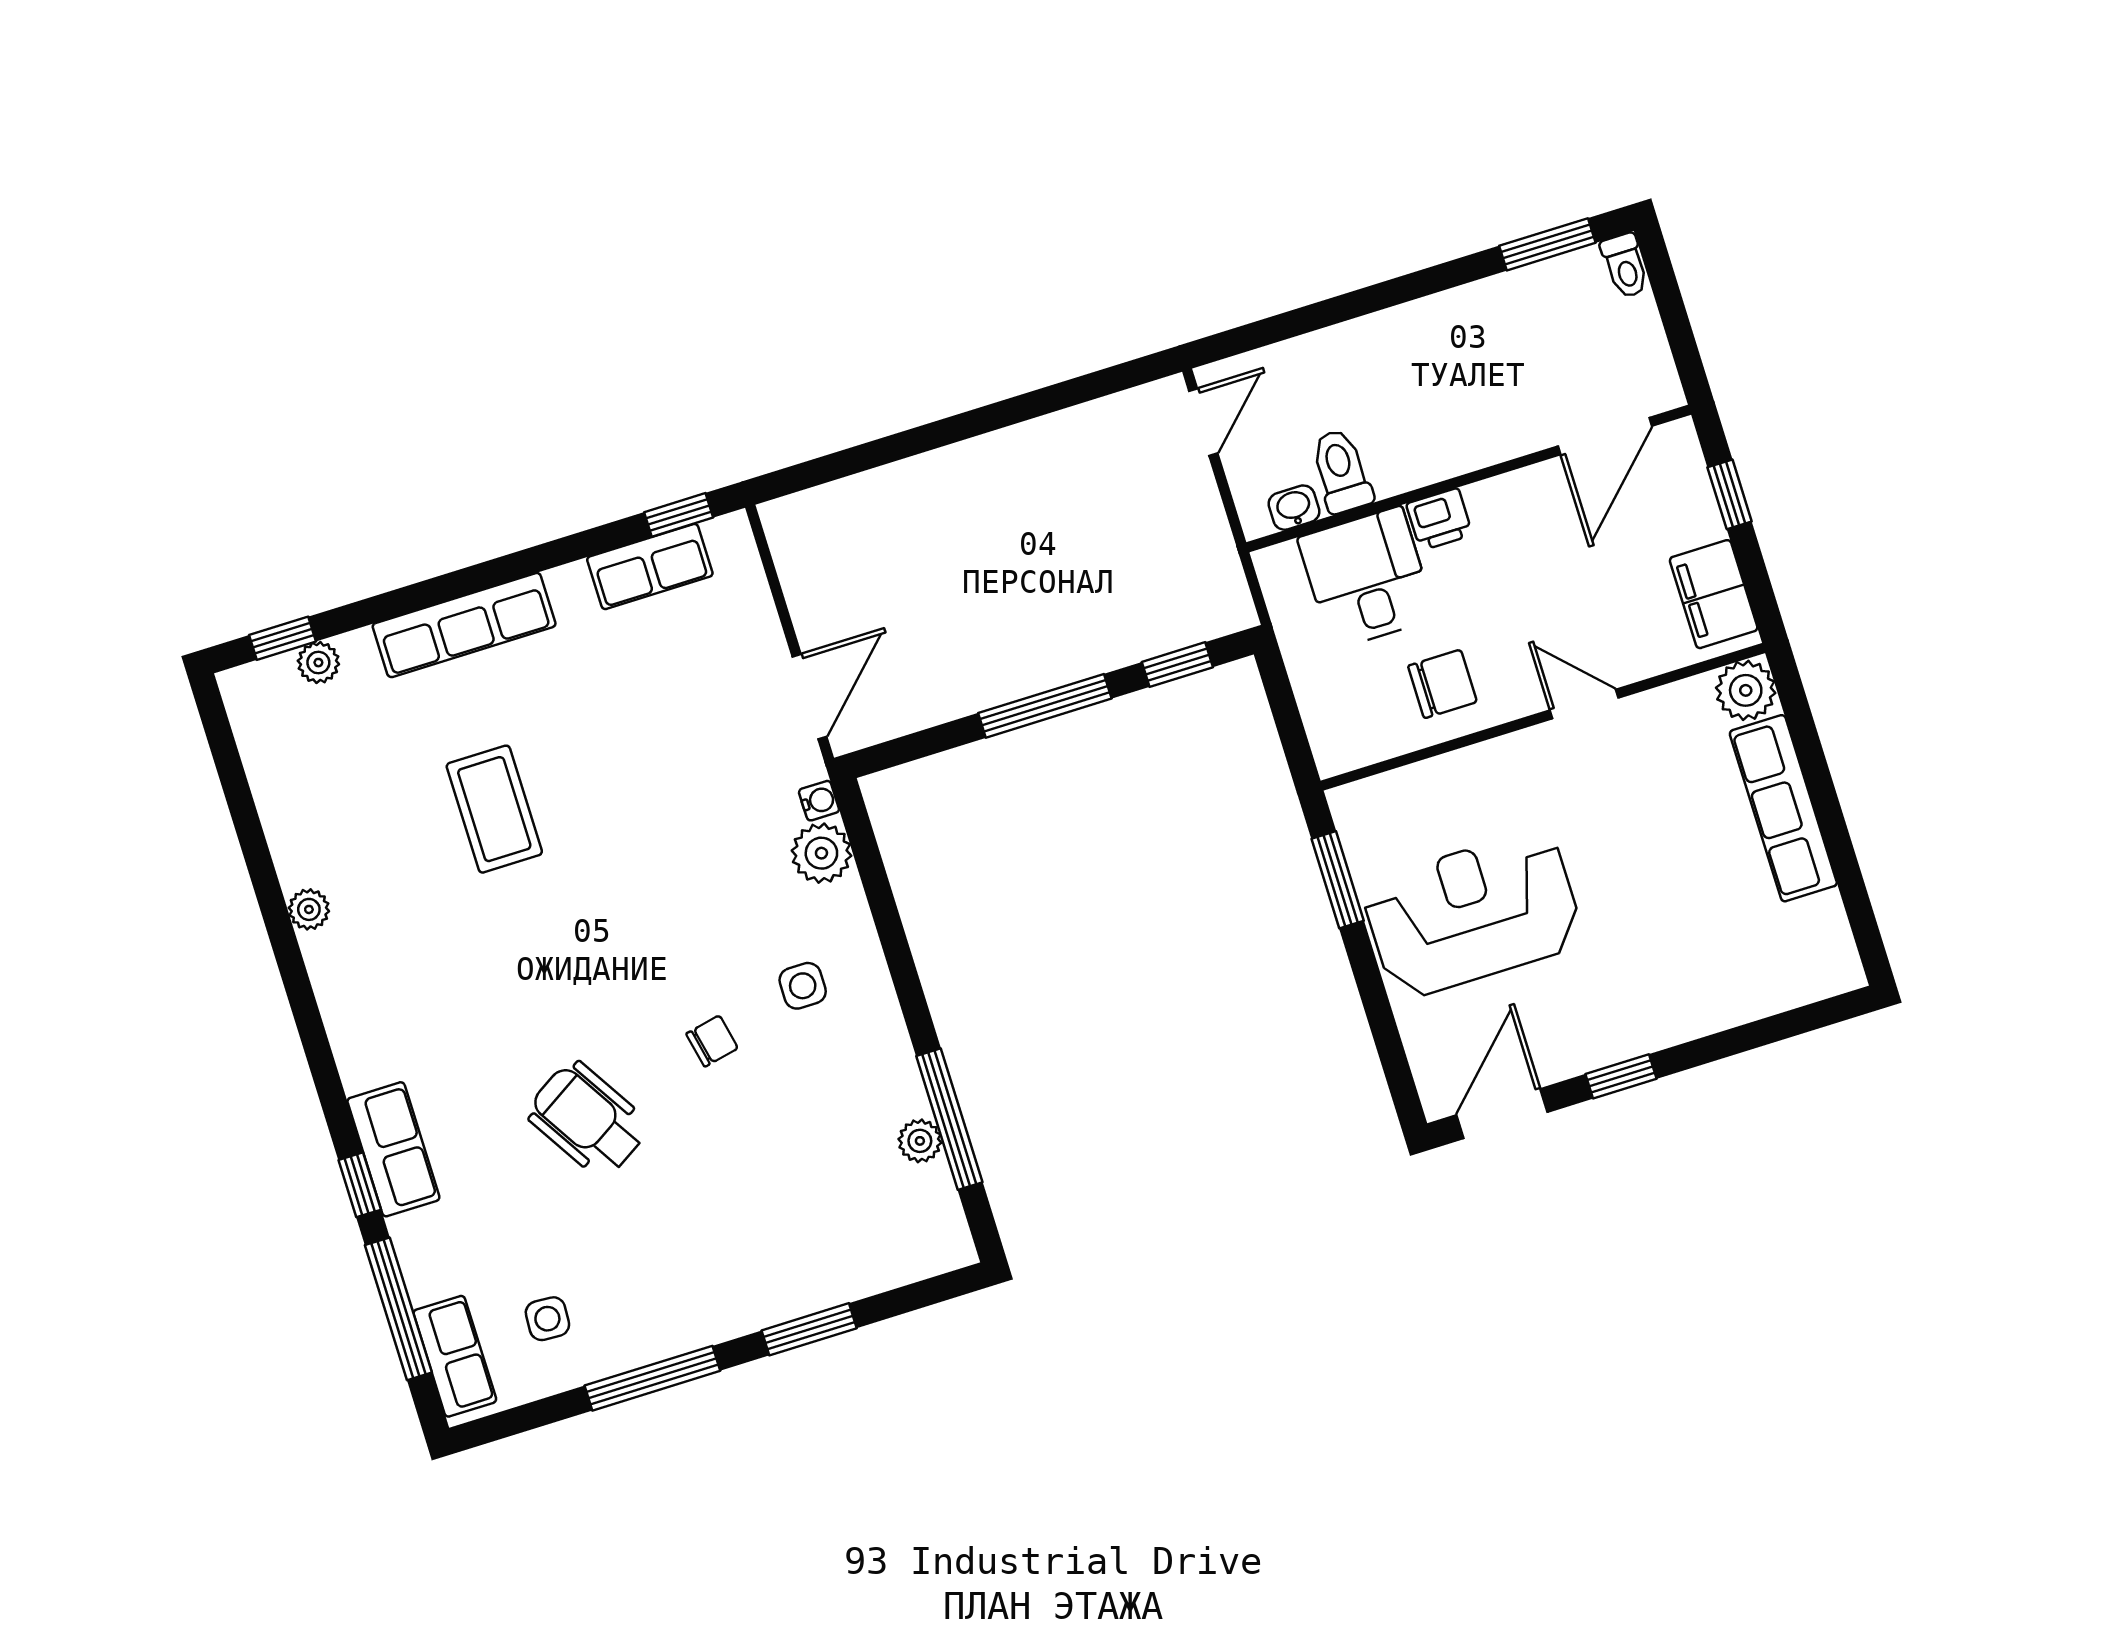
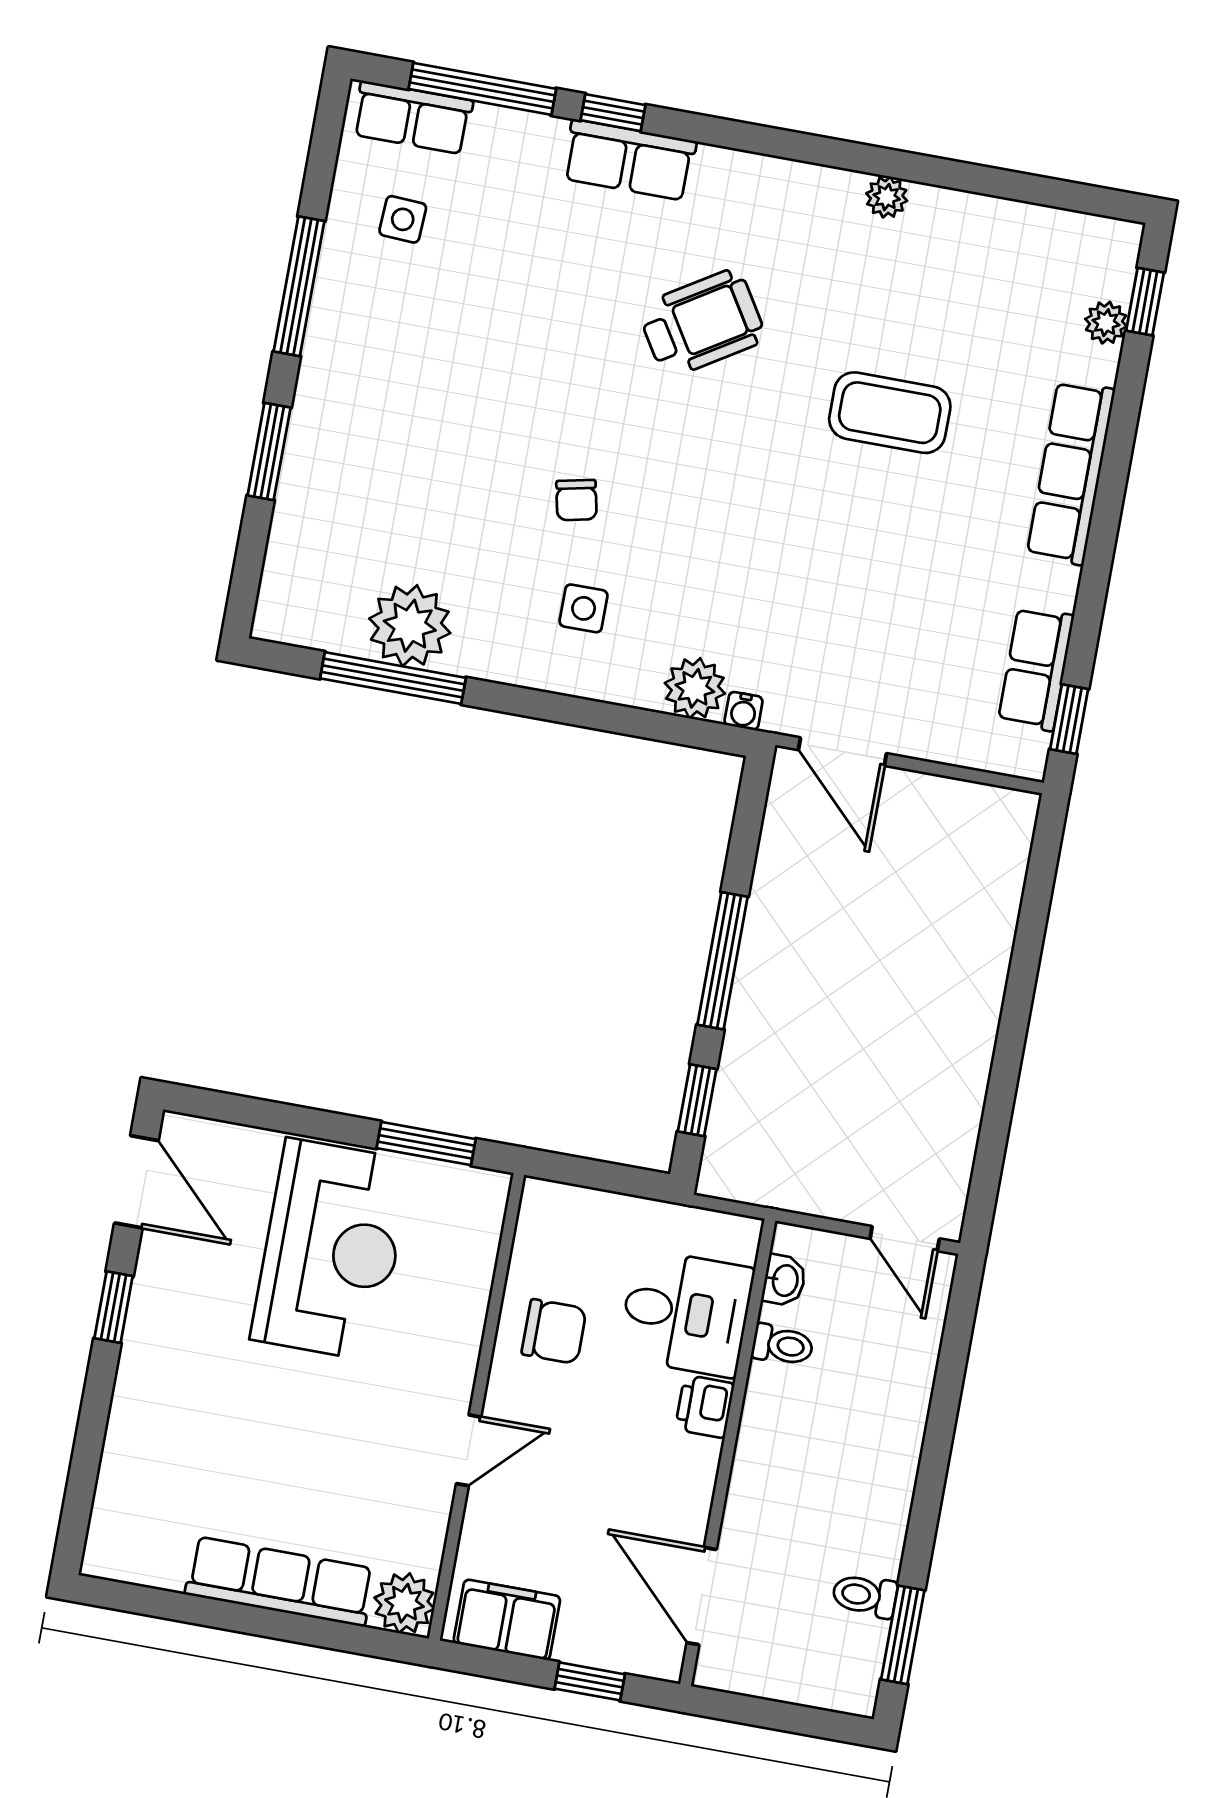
toilet: (1625, 266) -> (865, 1596), moved
toilet: (1341, 471) -> (782, 1345), width x0.73, depth x0.72
chair: (1442, 684) -> (554, 1331), turned -90
wheelchair: (588, 1119) -> (702, 323), moved
plant: (920, 1141) -> (410, 626), width x1.88, depth x1.88

